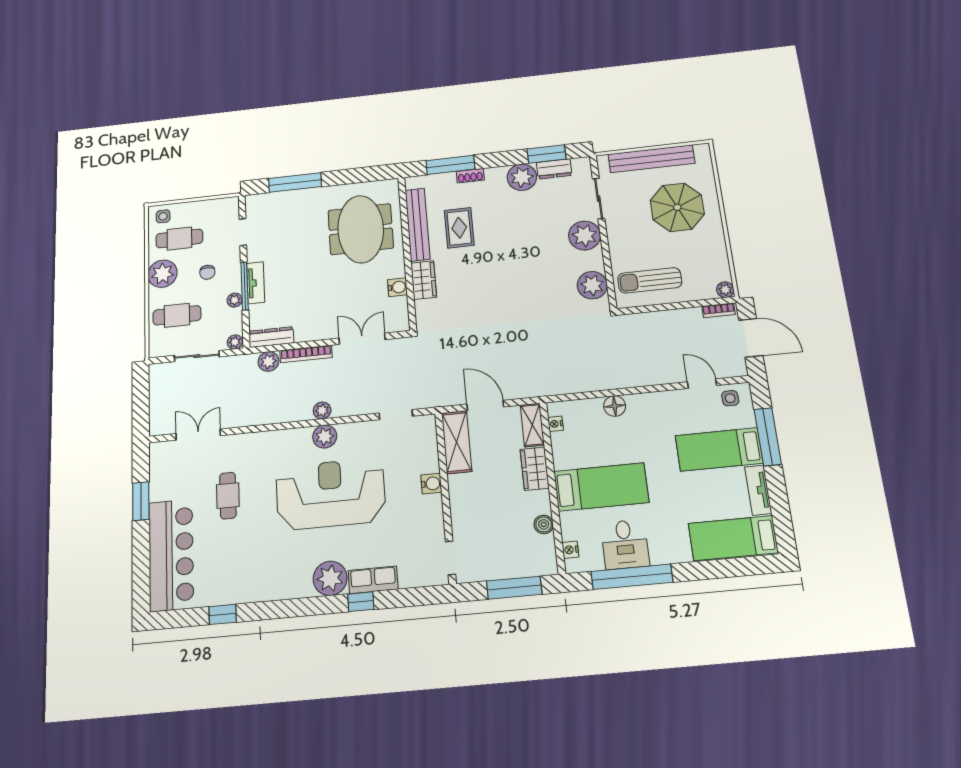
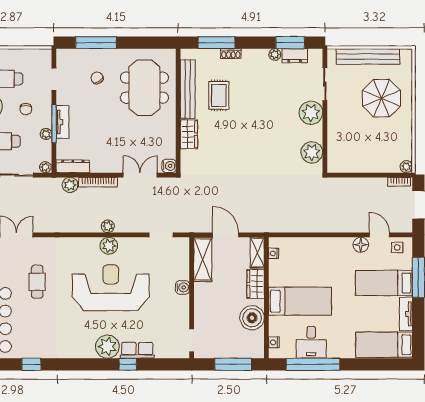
plant: (522, 177) -> (275, 54), width x0.53, depth x0.53
chair: (298, 224) -> (97, 78), added
sun lounger: (650, 280) -> (354, 153), removed
water cooler: (398, 287) -> (169, 166), moved
floor lamp: (615, 406) -> (361, 245), moved
boiler: (544, 524) -> (252, 318), width x1.86, depth x1.86

